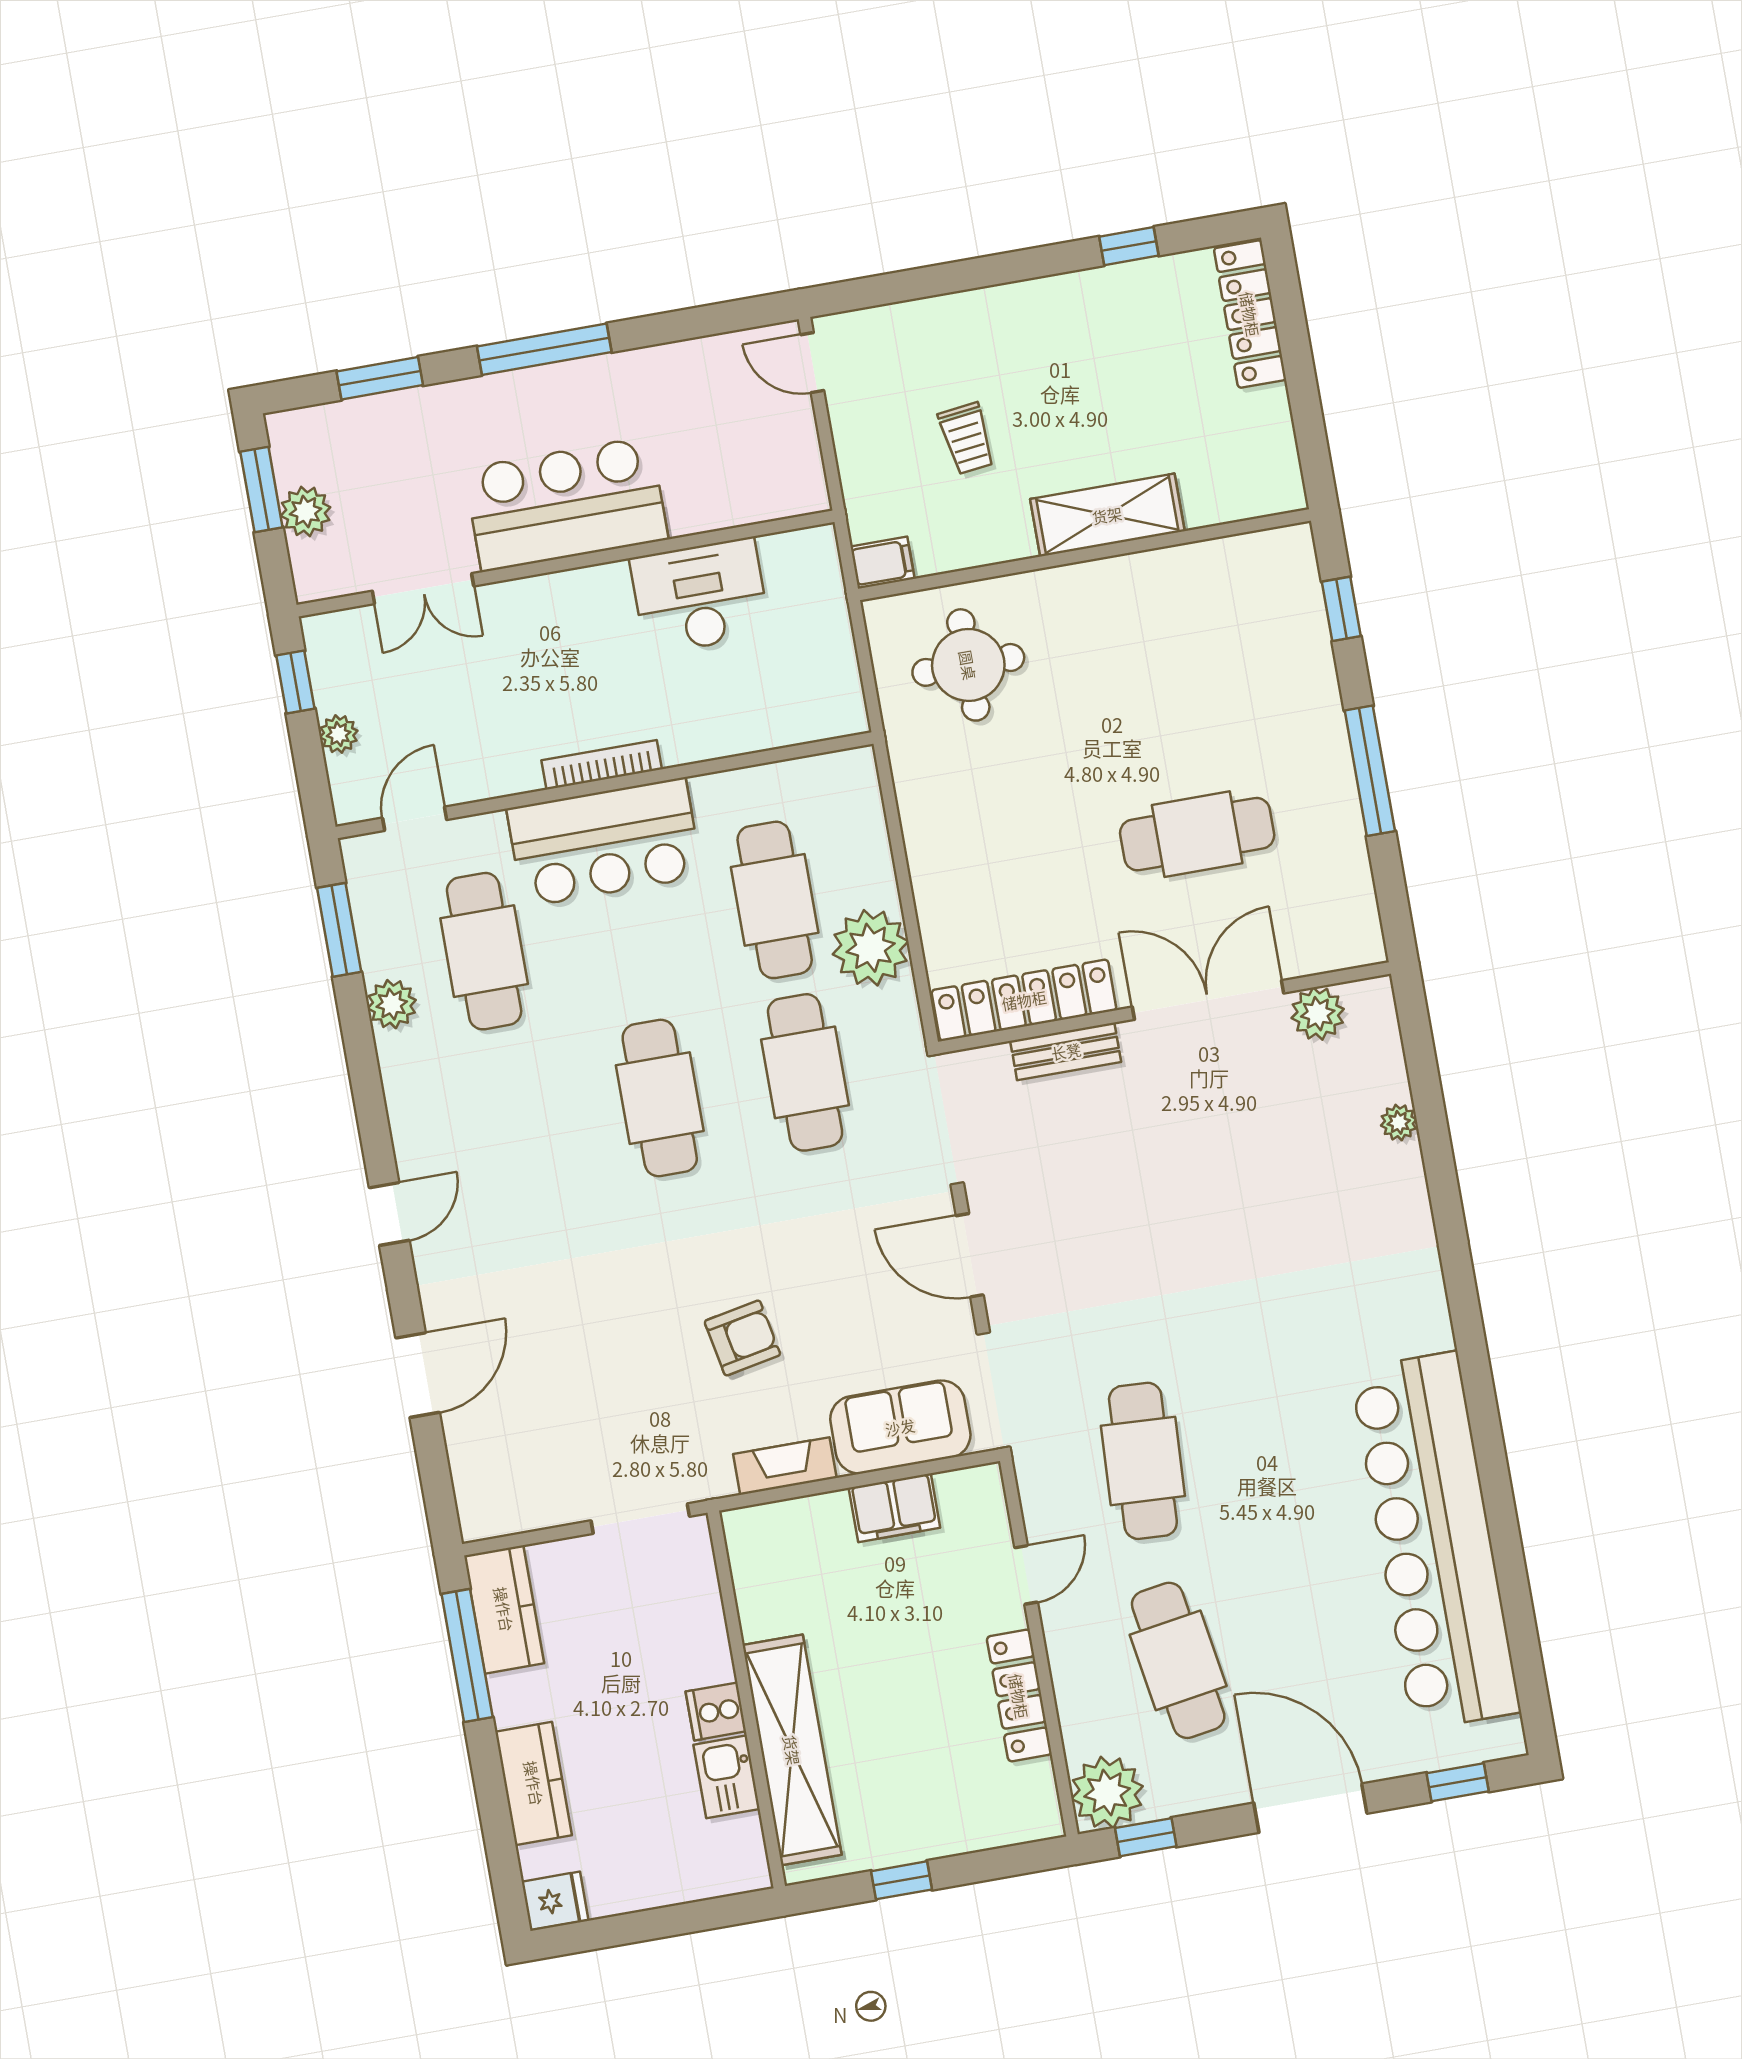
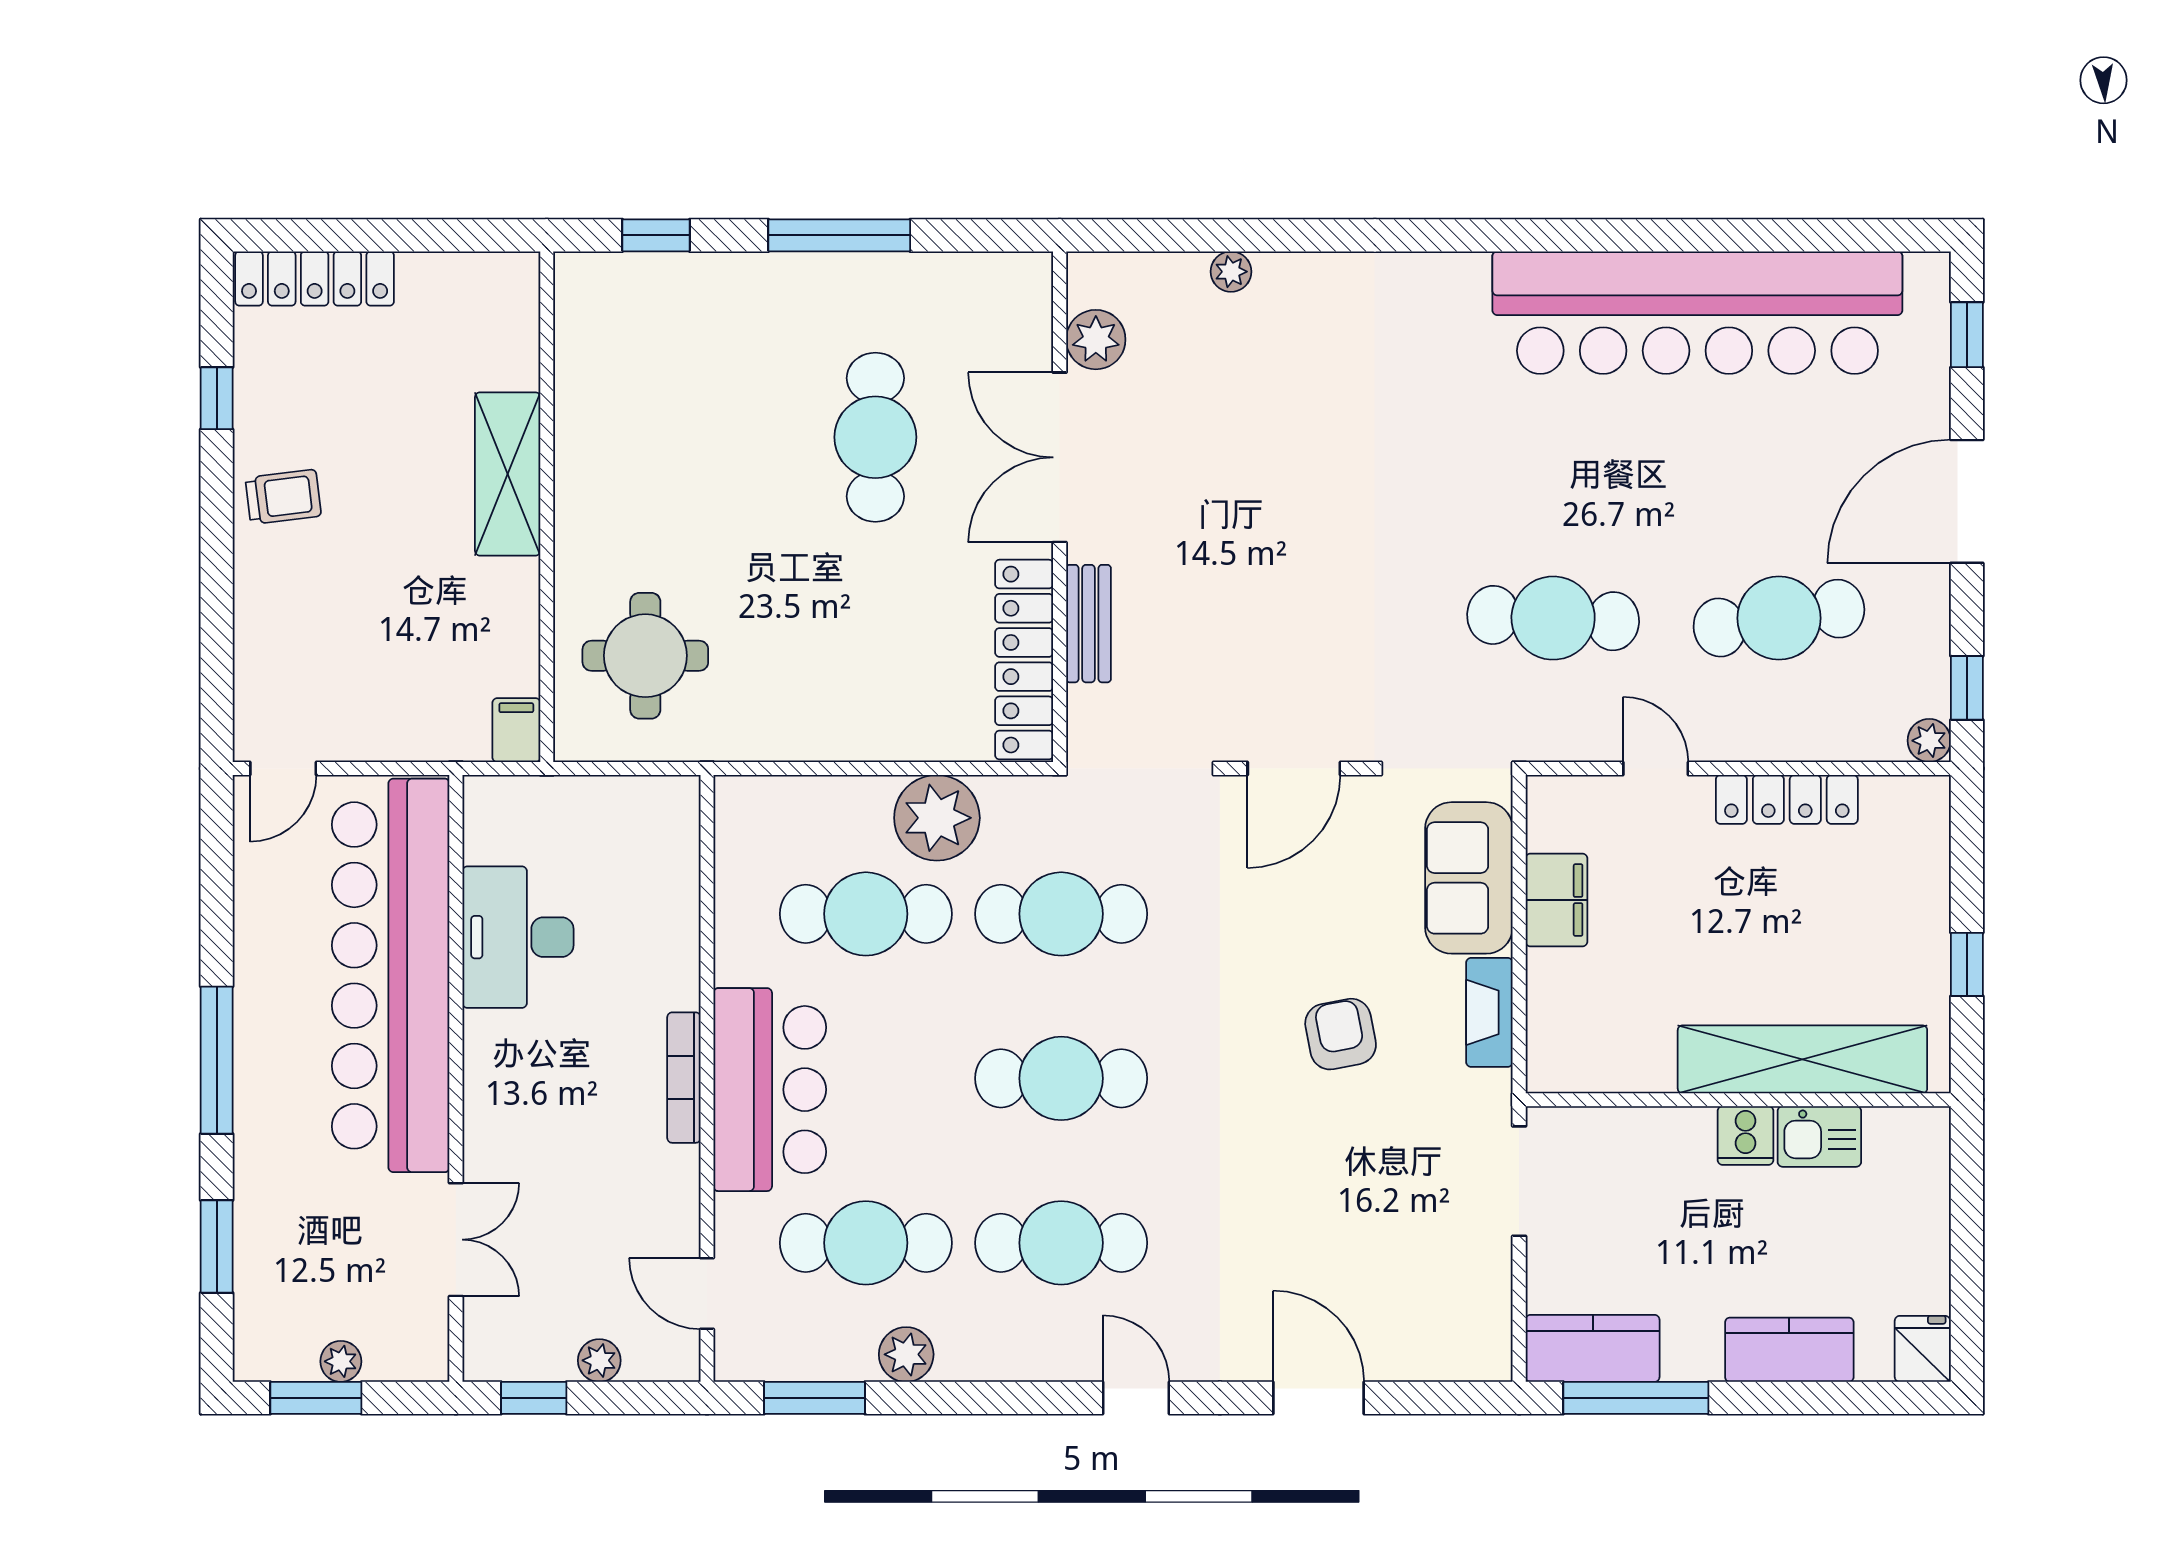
trolley: (967, 438) -> (283, 497), moved
bar counter: (566, 504) -> (391, 975), width x1.86
plant: (306, 511) -> (341, 1361), width x0.73, depth x0.73
cafe table: (514, 1124) -> (1061, 1243), added
plant: (1107, 1793) -> (1929, 741), width x0.53, depth x0.53

